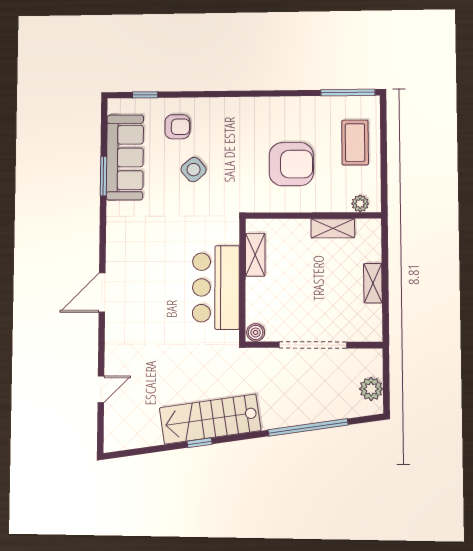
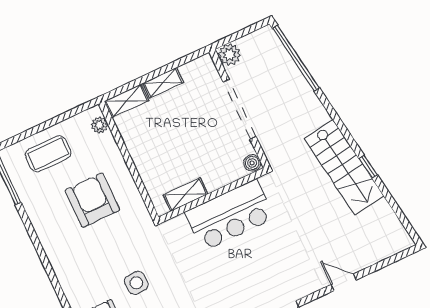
side table: (194, 170) -> (136, 283), turned 38
shelving: (333, 228) -> (126, 101), moved, turned 90
door: (101, 389) -> (344, 282), moved
plant: (371, 389) -> (229, 55), moved
window: (308, 427) -> (296, 58), moved

